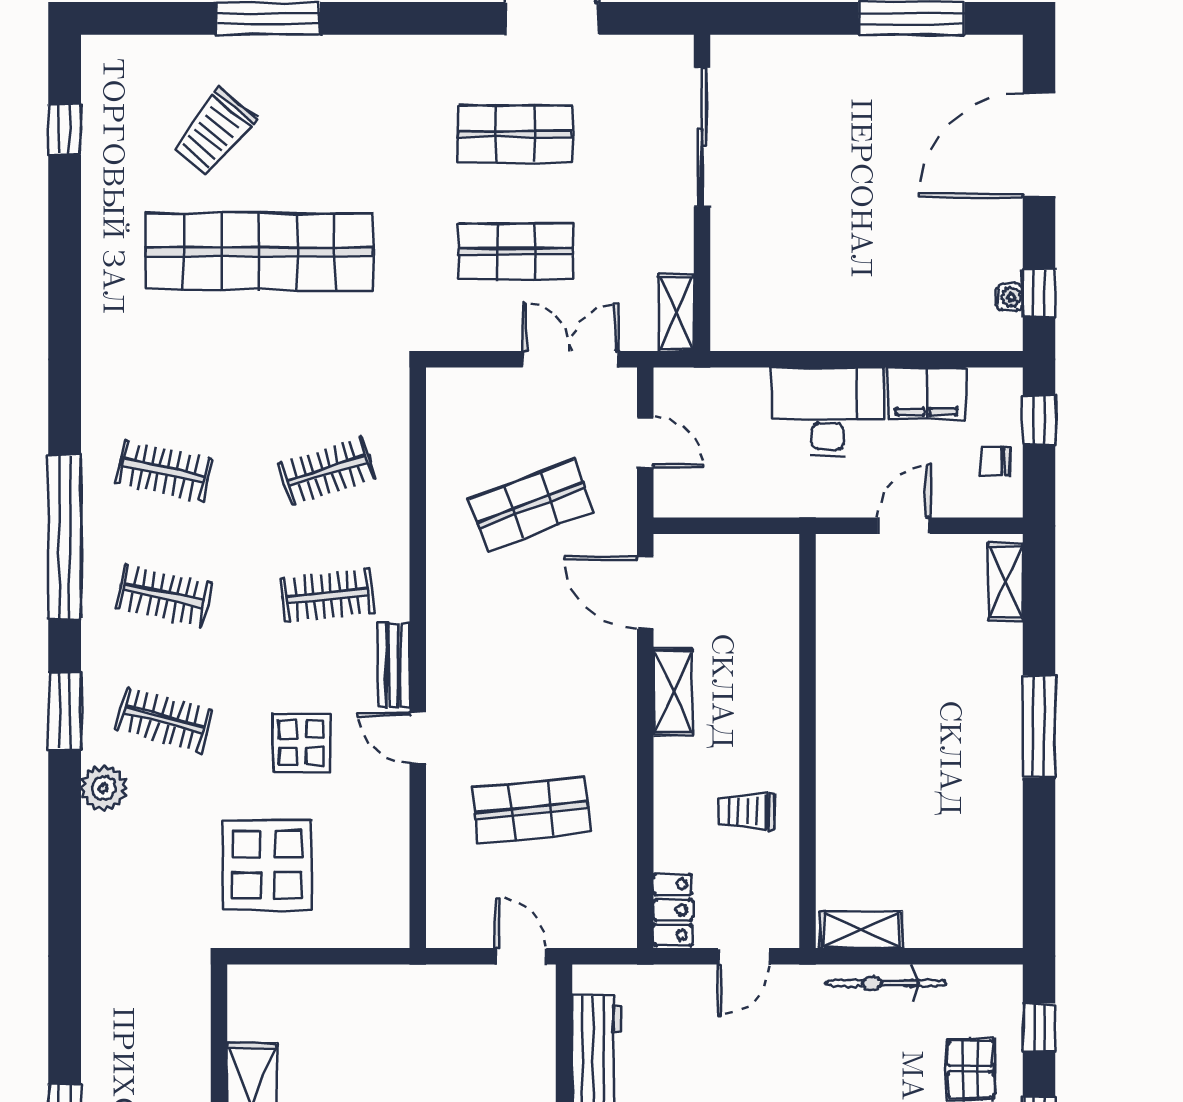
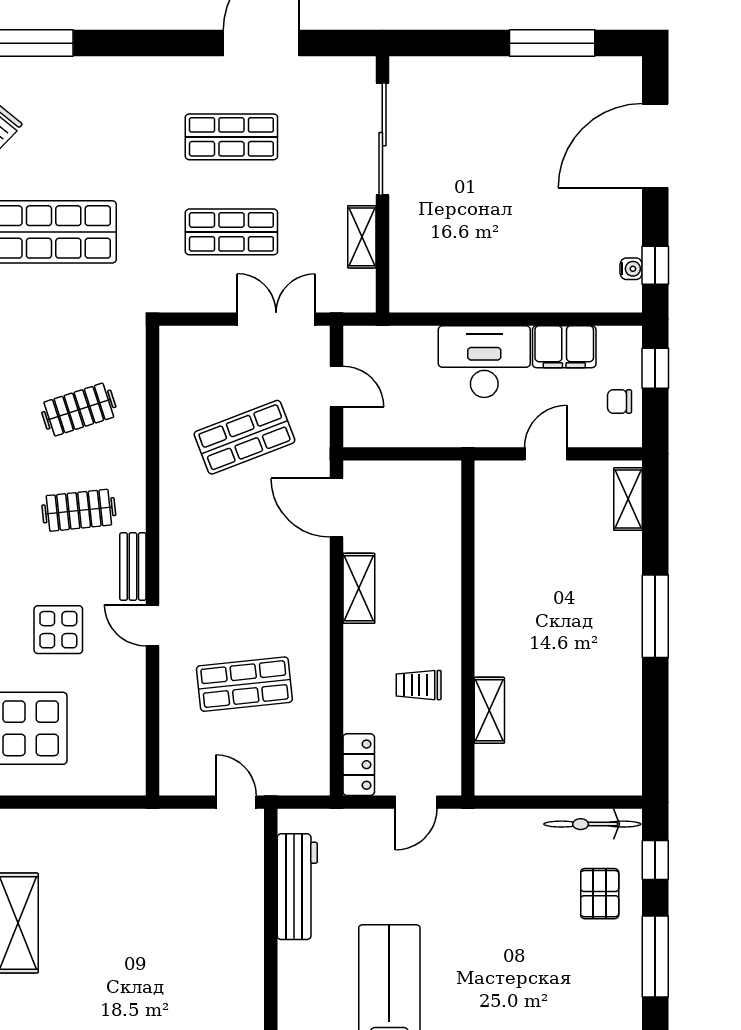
shelving: (677, 313) -> (362, 237), moved
shelving: (861, 930) -> (489, 710), moved, turned 90
bicycle: (886, 983) -> (592, 824), moved

